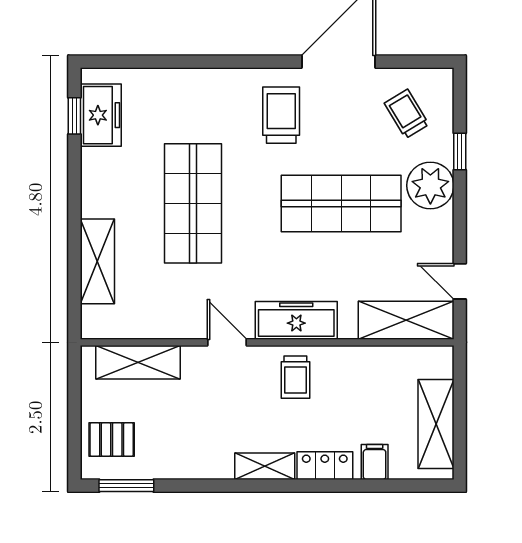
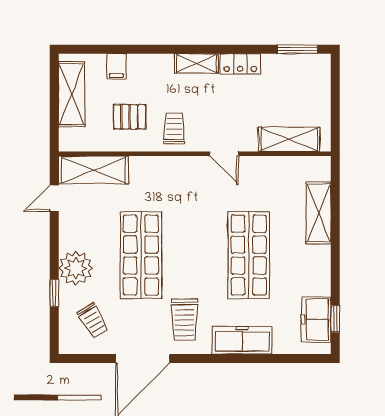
shop shelf: (341, 203) -> (141, 255), turned 90
door: (460, 281) -> (54, 198), swing flipped
freezer: (296, 320) -> (242, 340), moved, turned 180
pallet: (112, 440) -> (130, 117), moved
locker: (325, 466) -> (240, 64), moved

